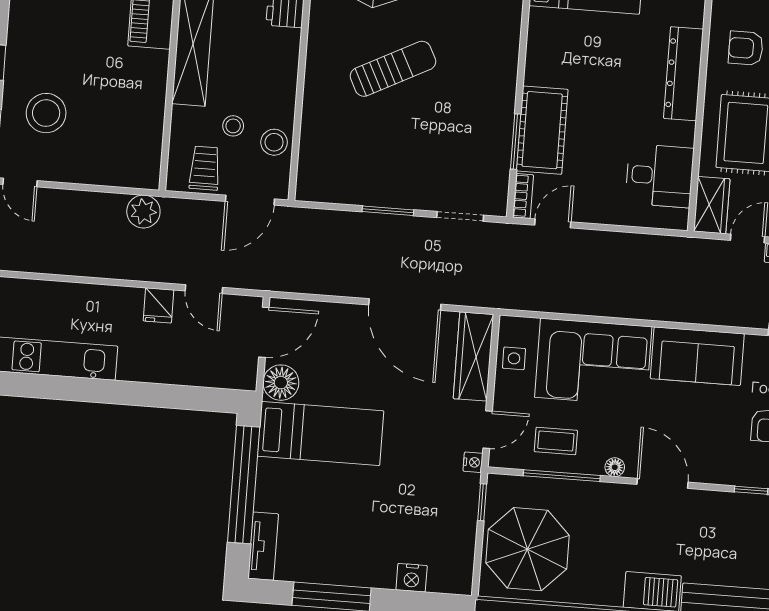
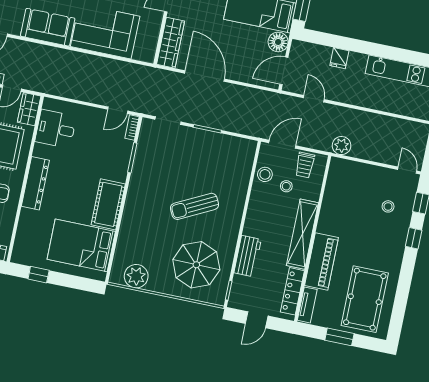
stool: (46, 113) -> (388, 206), width x0.53, depth x0.53
cot: (542, 130) -> (108, 204), moved
fridge: (158, 305) -> (339, 58), moved, turned 180
side table: (514, 358) -> (148, 39), removed

